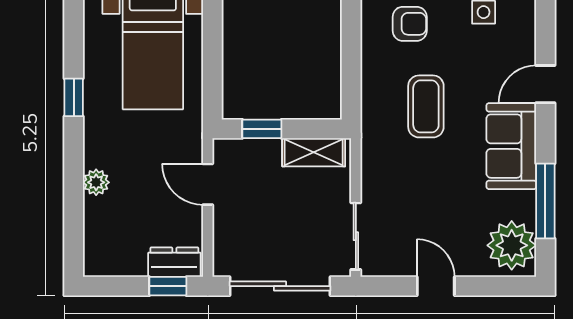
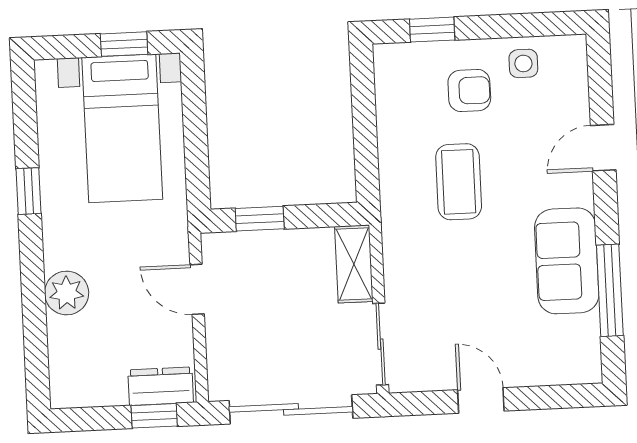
armchair: (410, 24) -> (469, 90), moved
sofa: (511, 146) -> (567, 261), moved
shelving: (314, 152) -> (354, 264), moved, turned 90
plant: (96, 182) -> (67, 293), width x1.38, depth x1.38
plant: (512, 245) -> (571, 346), removed

